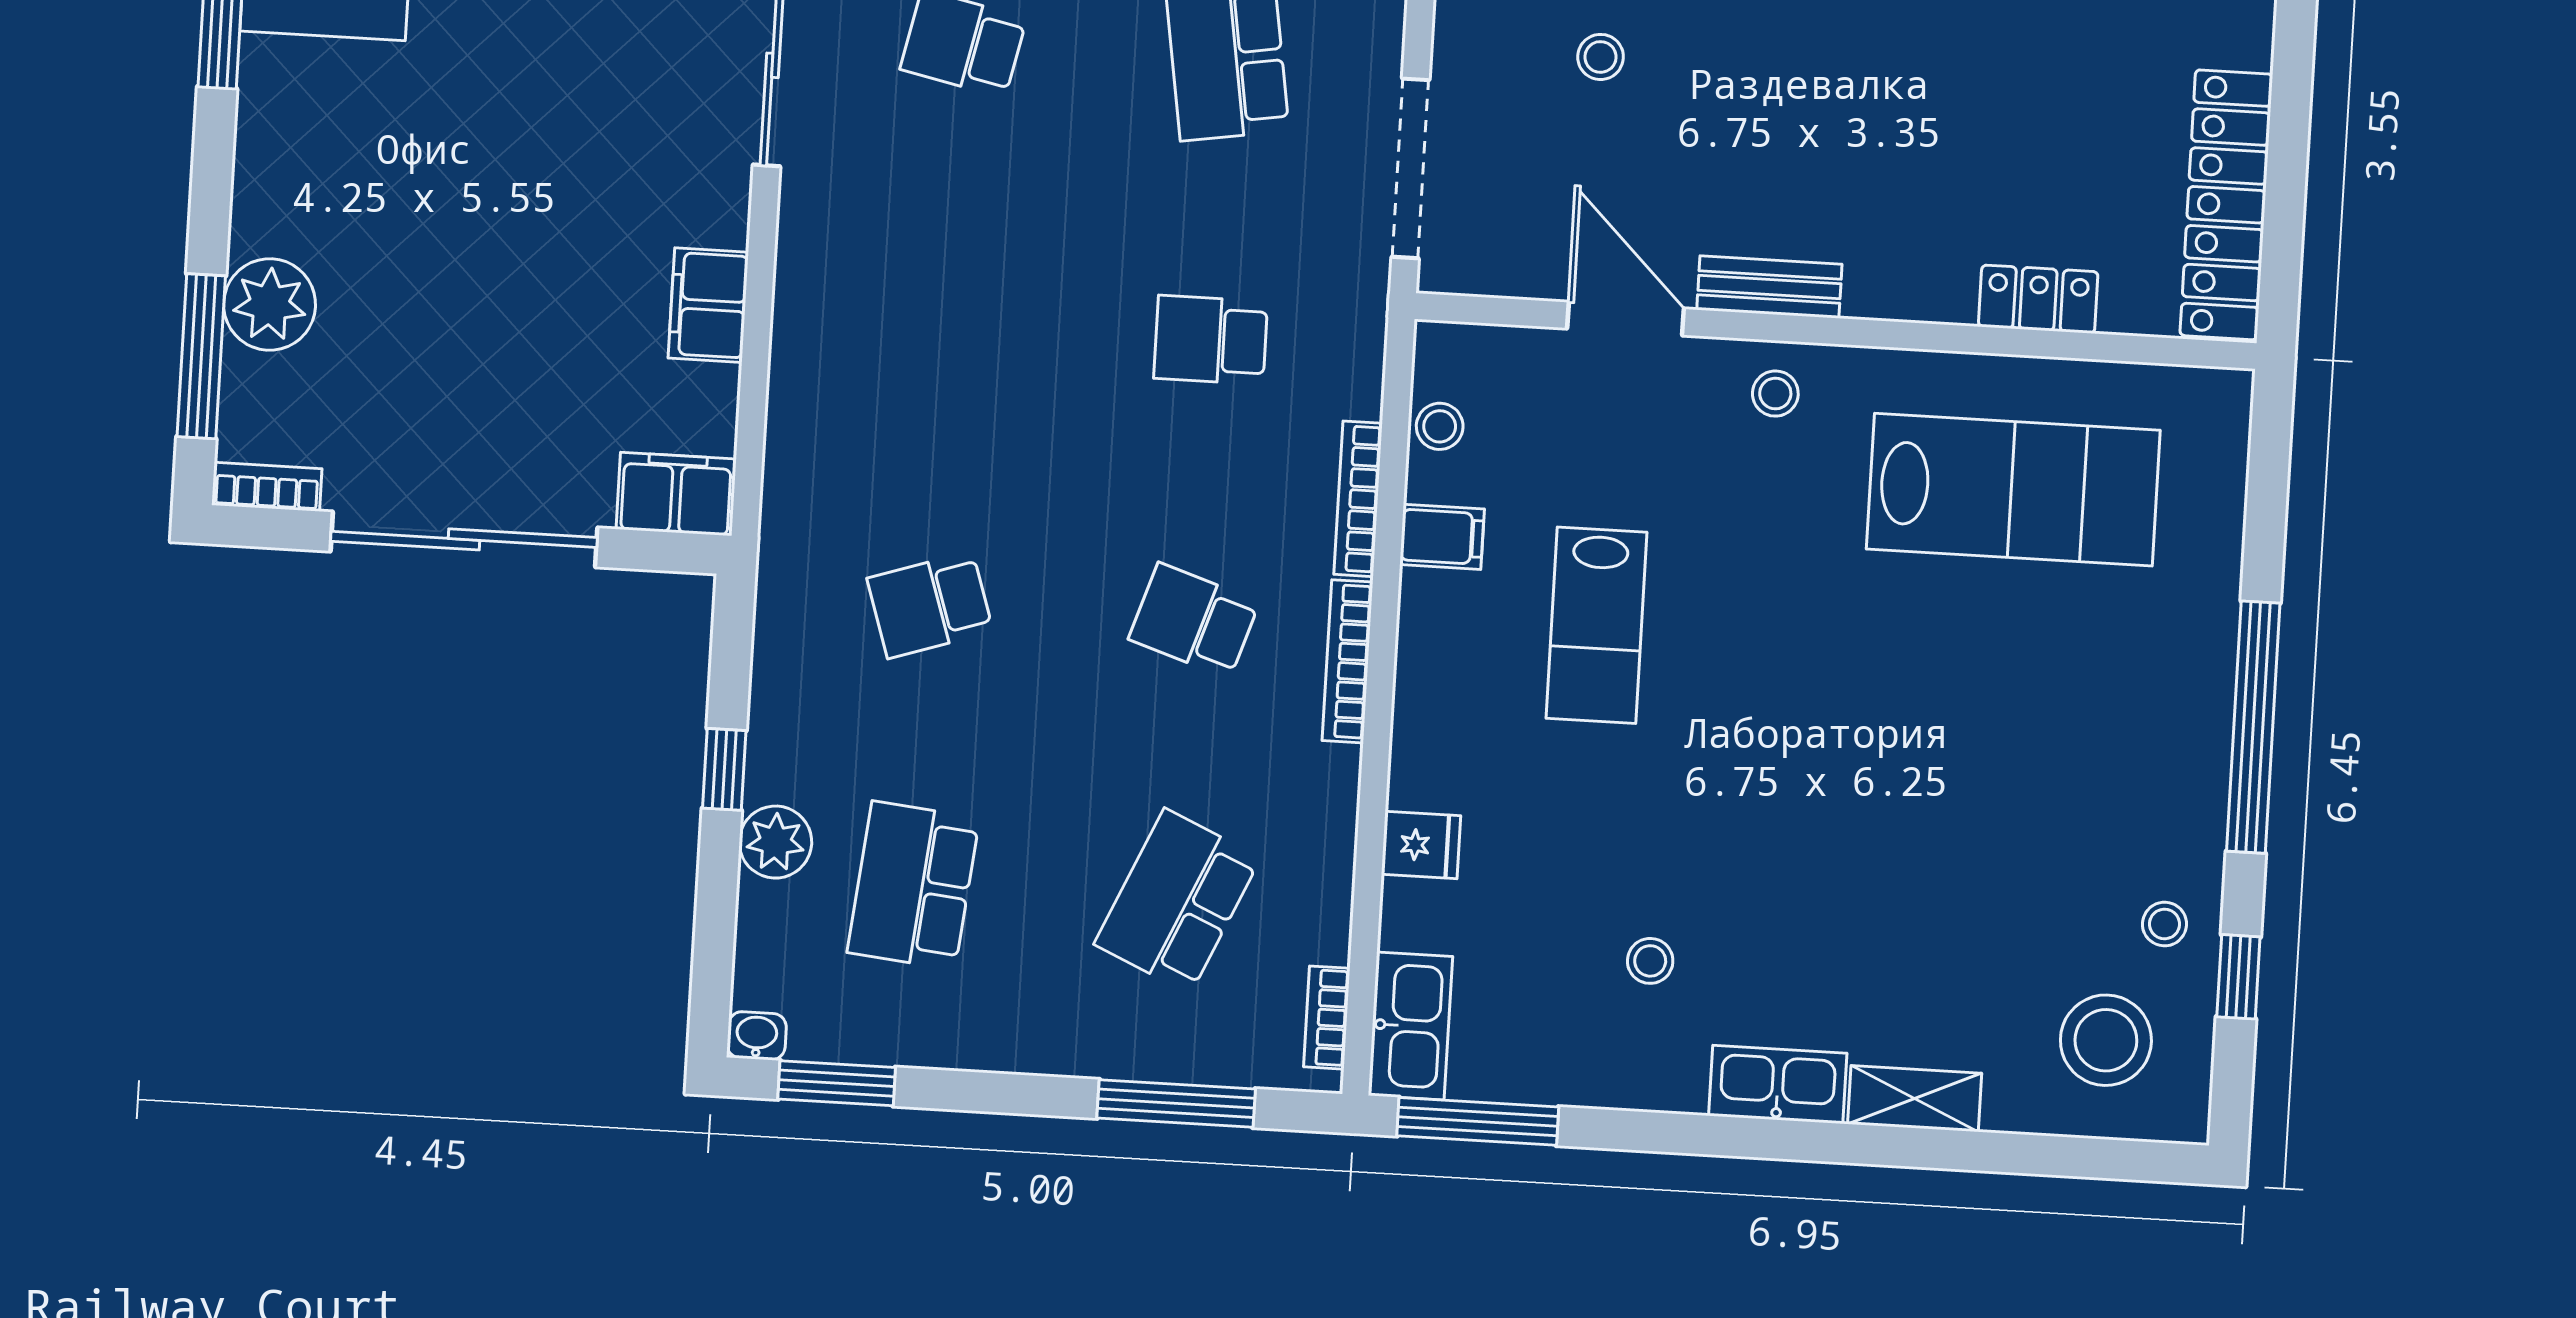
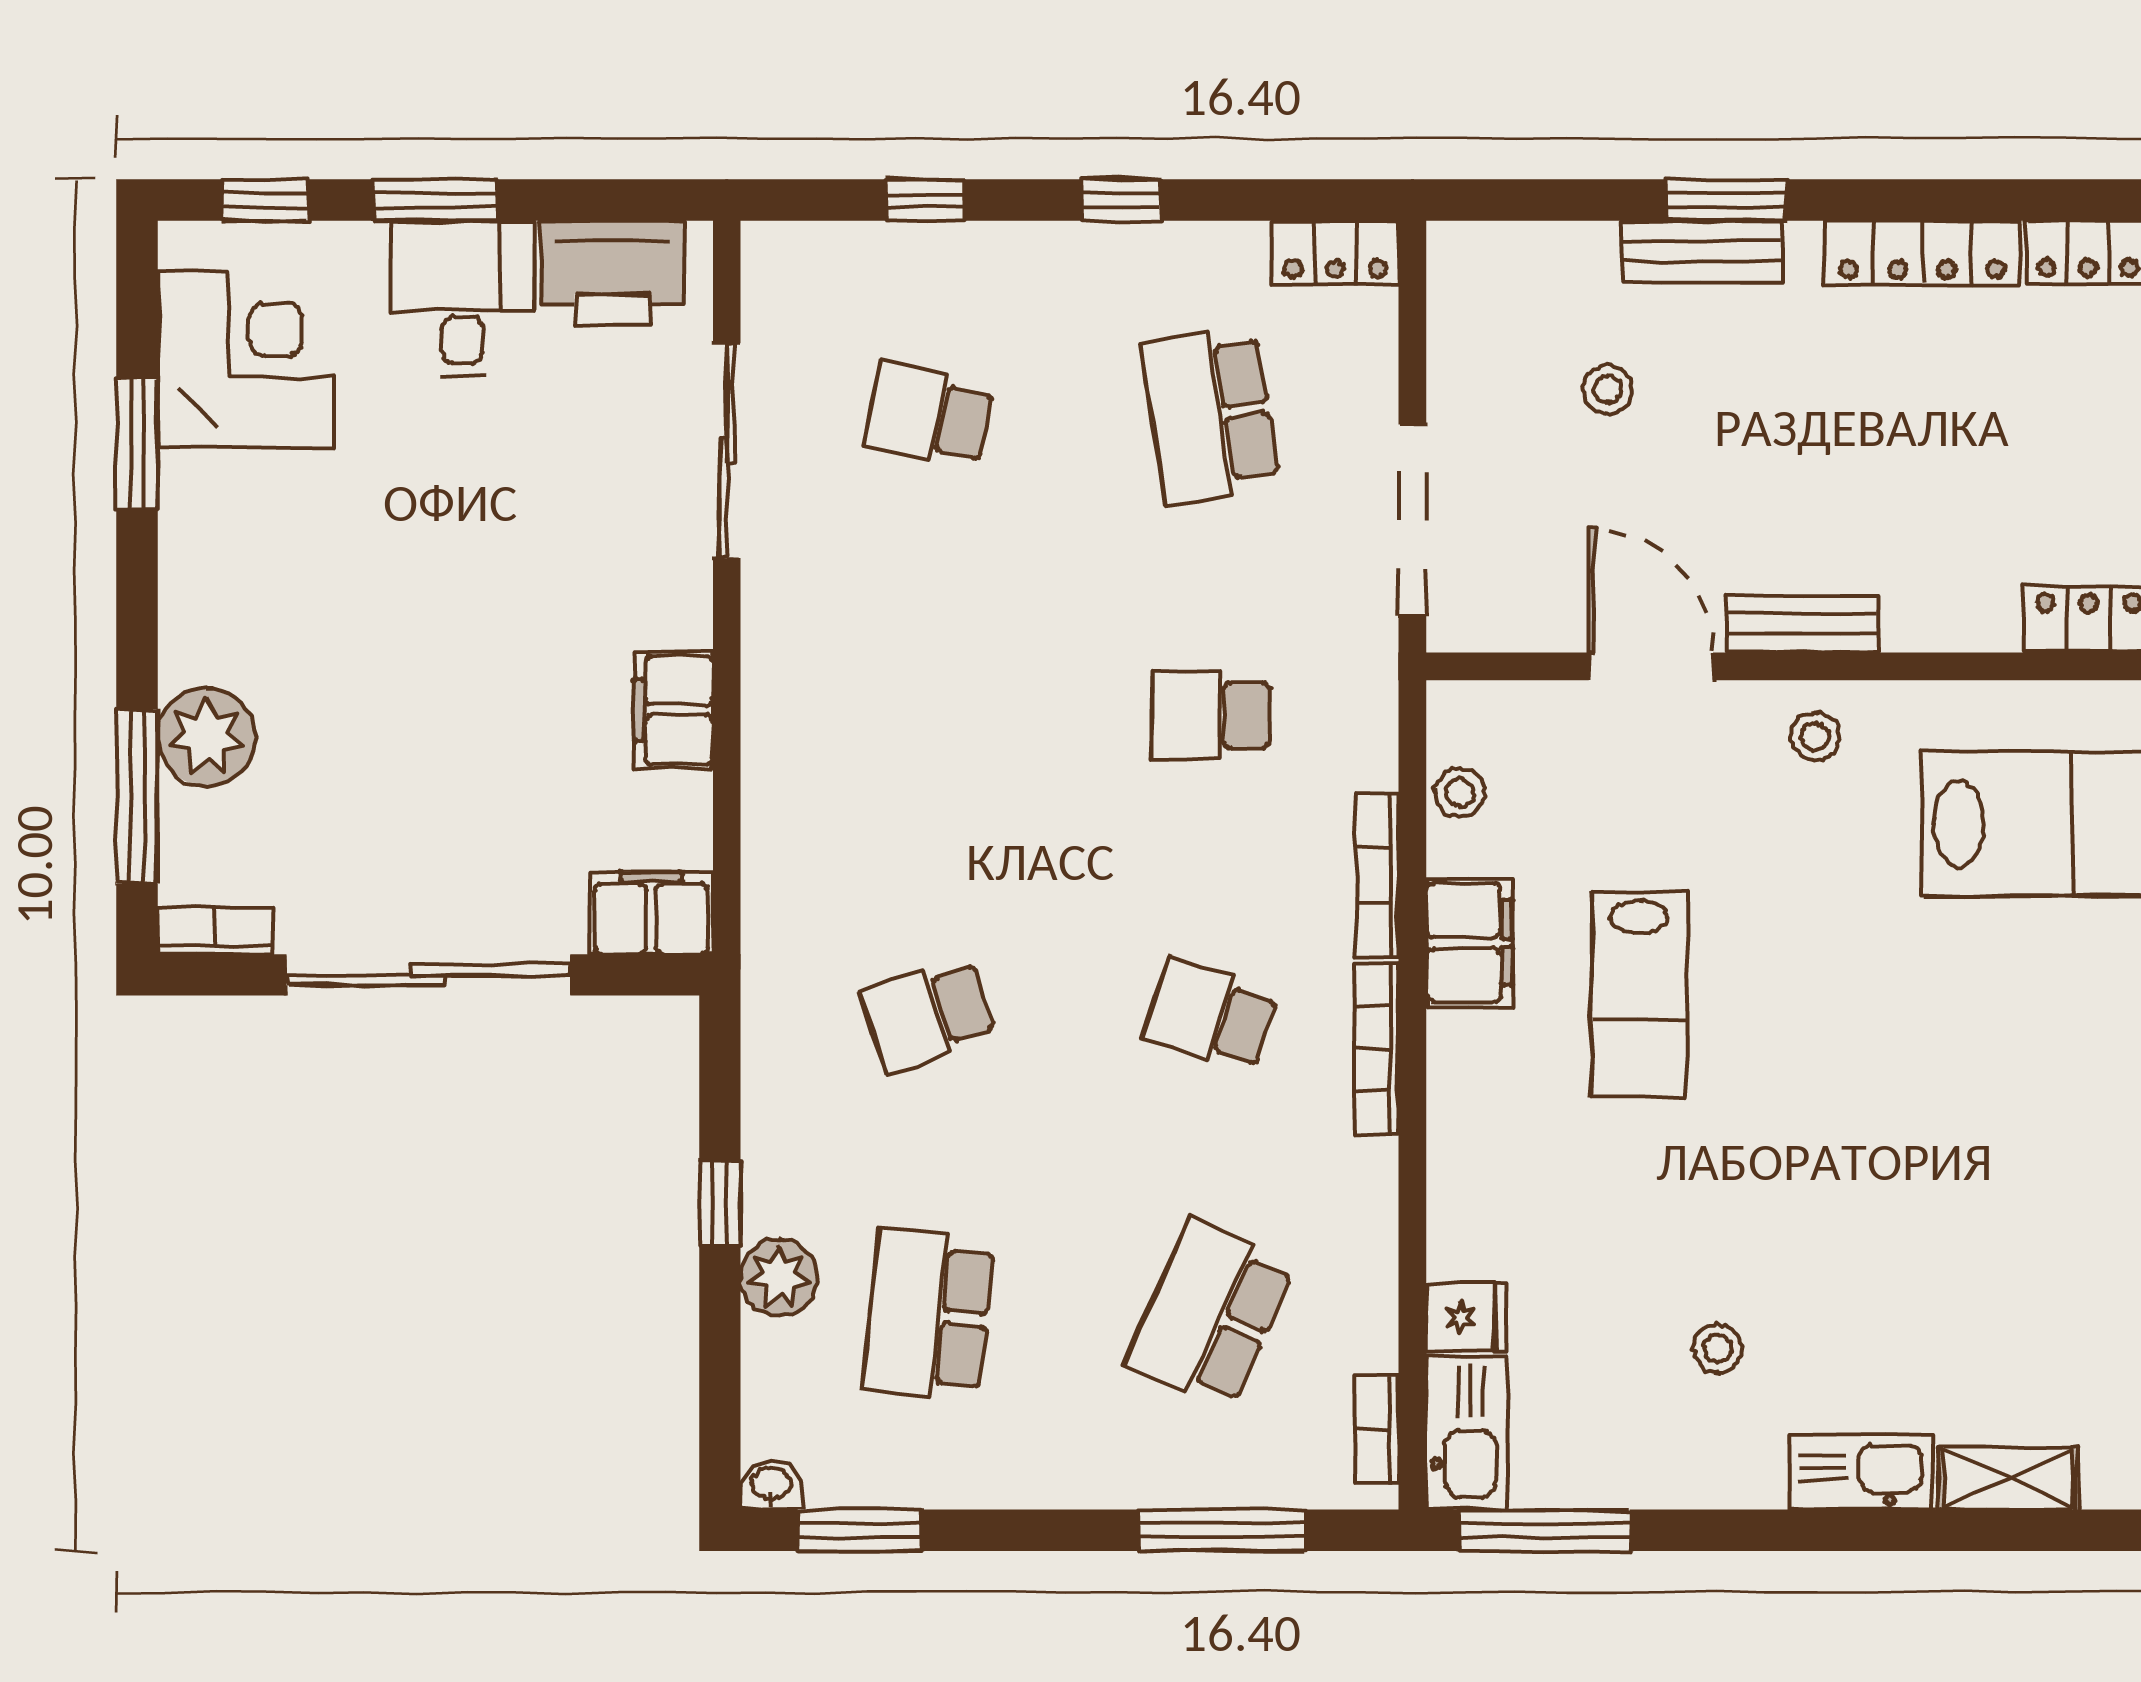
filing cabinet: (1442, 537) -> (1469, 943), width x2.00
fridge: (1421, 845) -> (1466, 1317), moved

